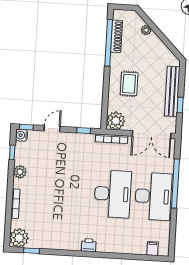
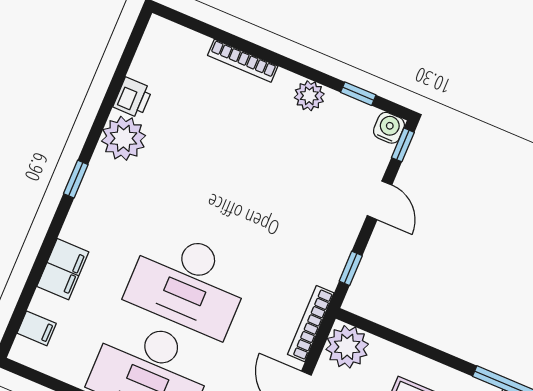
plant: (19, 238) -> (124, 138), moved
printer: (89, 245) -> (133, 98), moved
filing cabinet: (125, 246) -> (63, 269), added
window: (32, 251) -> (76, 179), moved

